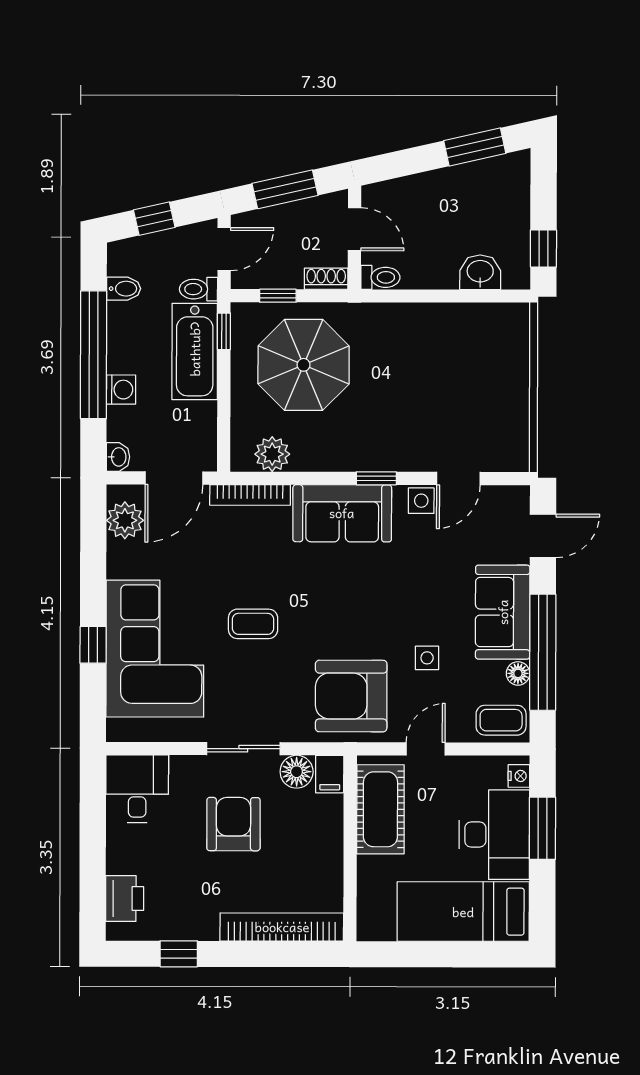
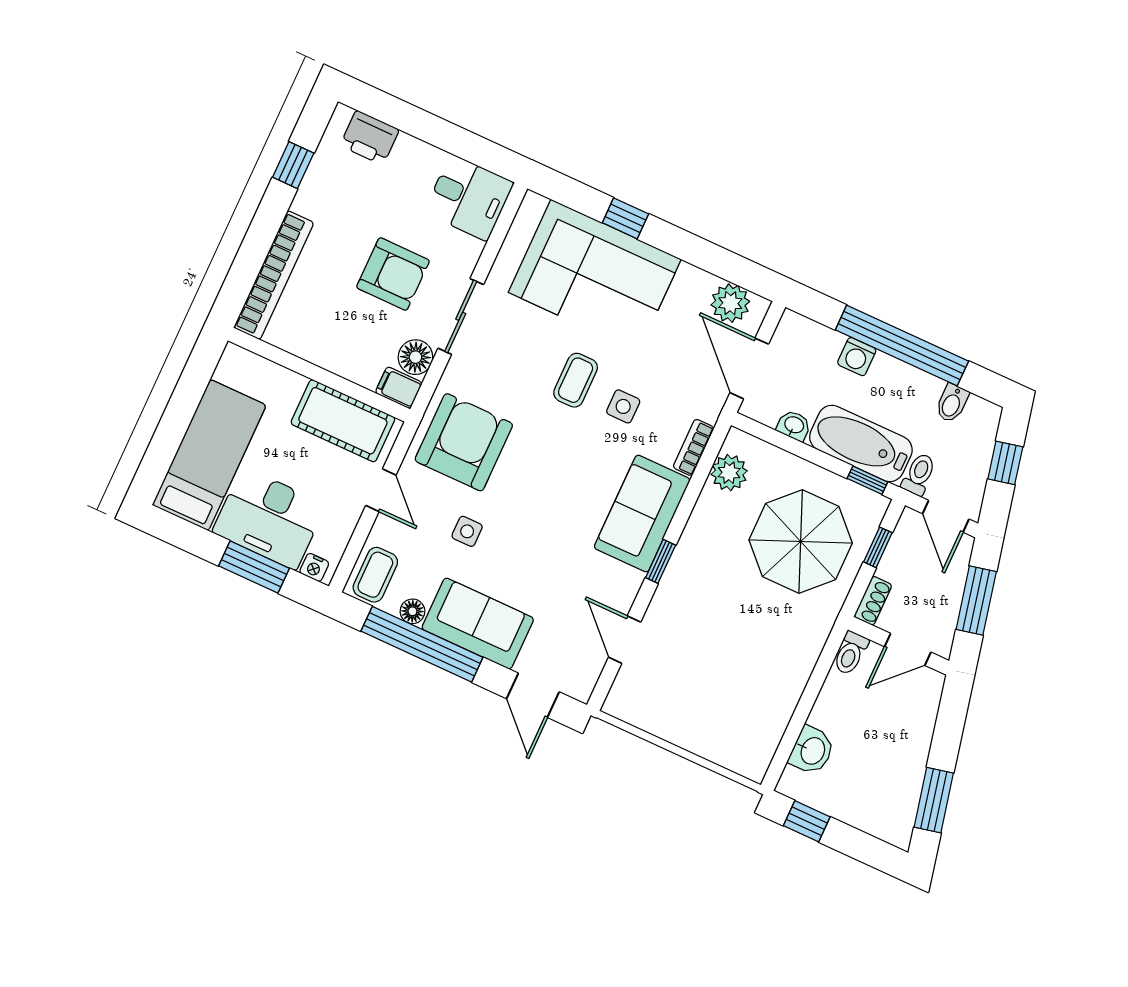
washbasin: (118, 457) -> (794, 425), moved, turned 180
bookcase: (250, 495) -> (693, 447), width x0.64
side table: (421, 501) -> (623, 406), moved

